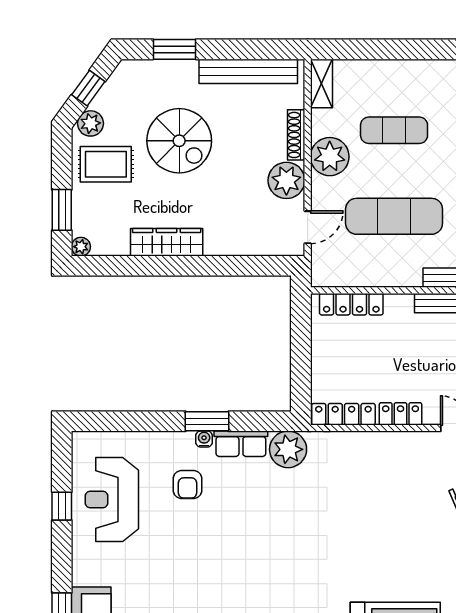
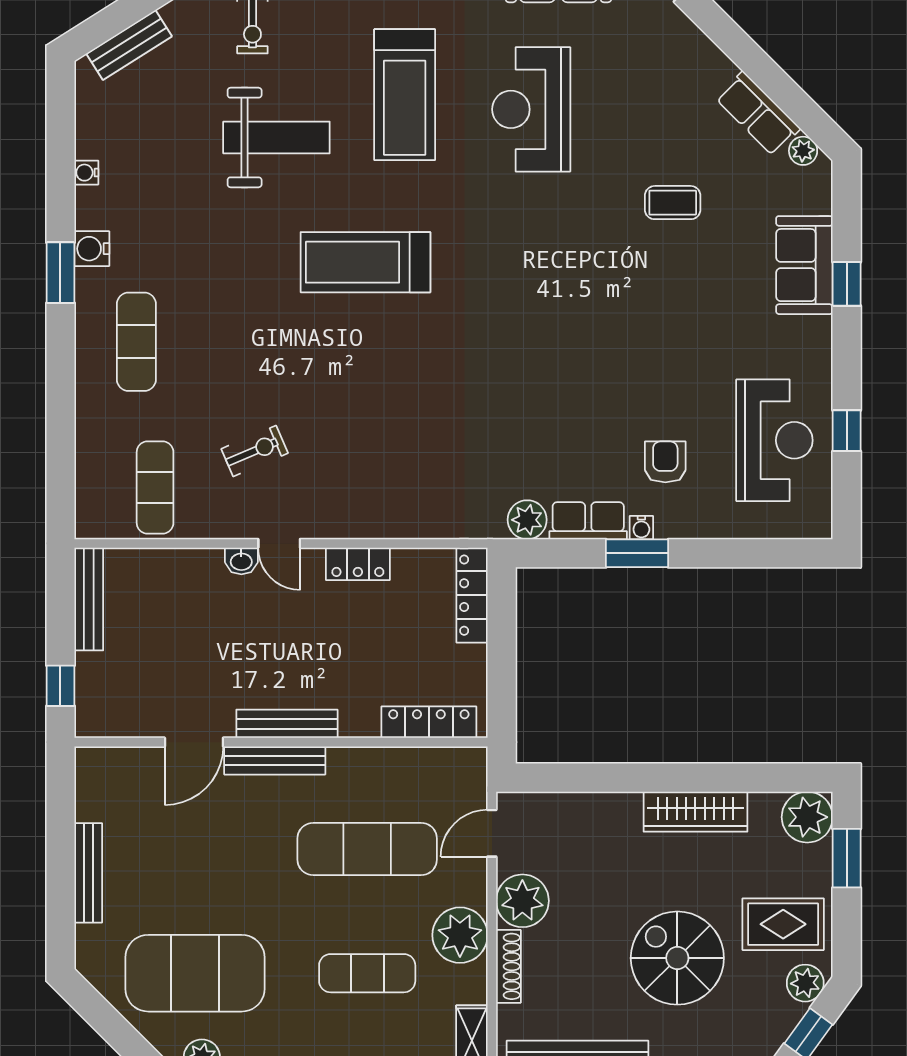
plant: (81, 247) -> (807, 817), width x1.88, depth x1.88
locker: (343, 414) -> (472, 595), moved, turned 90
plant: (288, 449) -> (527, 520), width x0.73, depth x0.73

